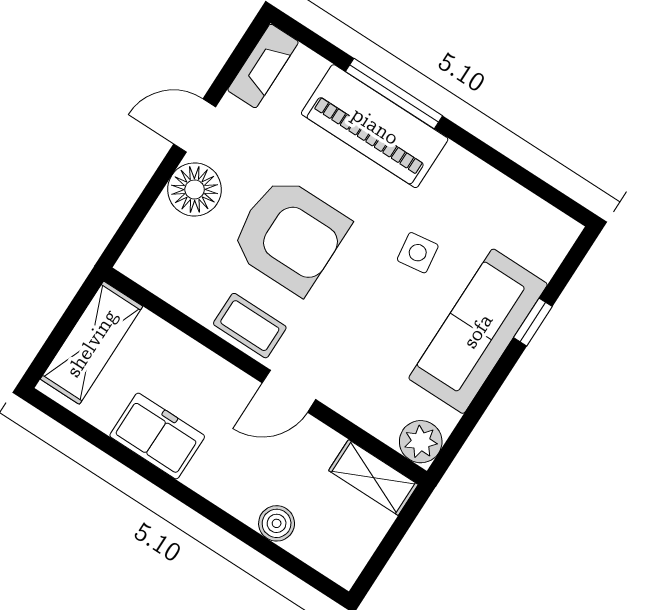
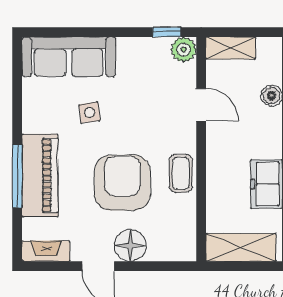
window: (533, 322) -> (167, 32), moved
sofa: (478, 331) -> (69, 57), moved
door: (289, 391) -> (201, 105), moved
shelving: (373, 478) -> (231, 48), moved, turned 90

